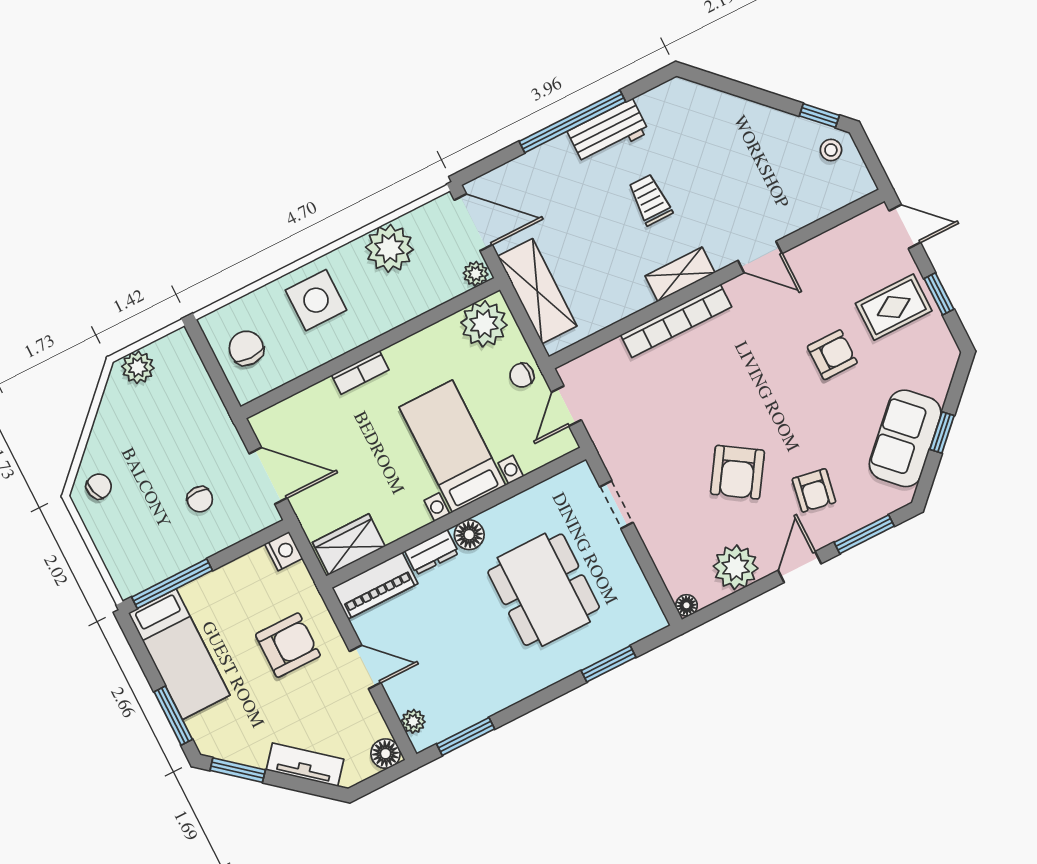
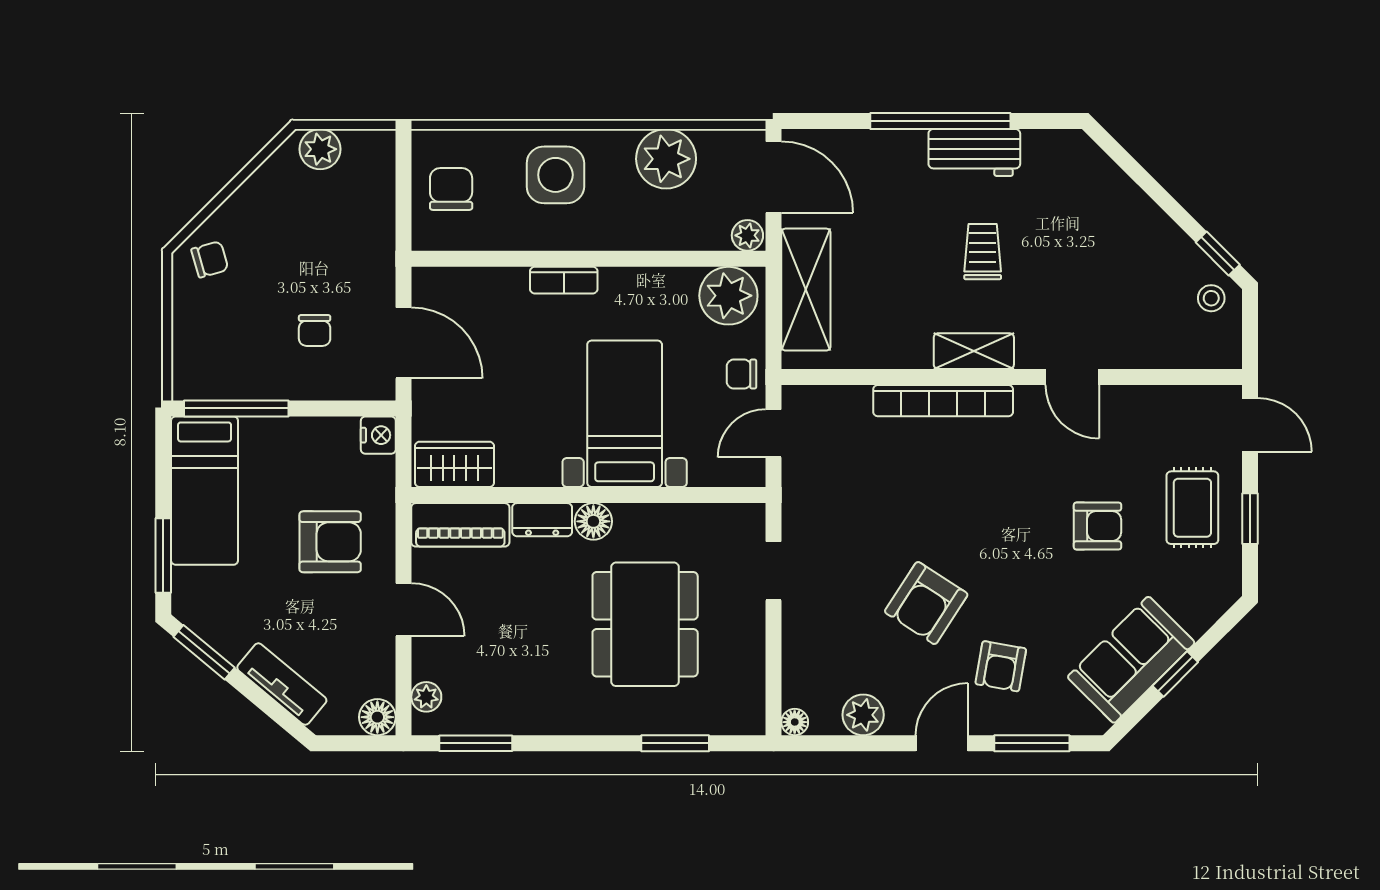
rug: (894, 307) -> (1192, 508), turned 90
plant: (736, 567) -> (863, 715), width x0.73, depth x0.73

